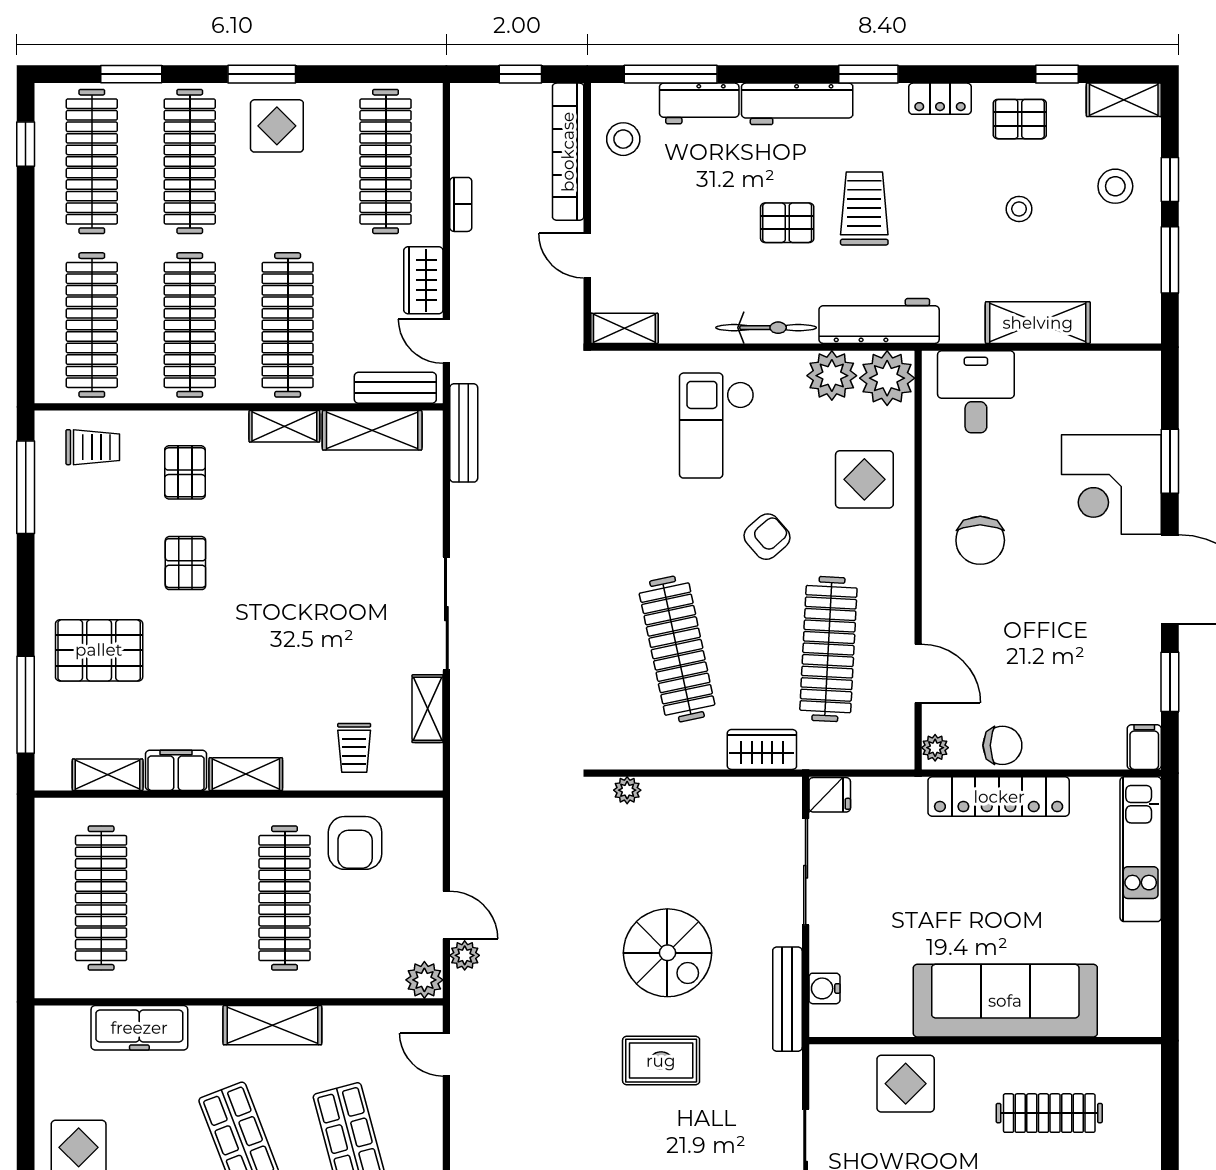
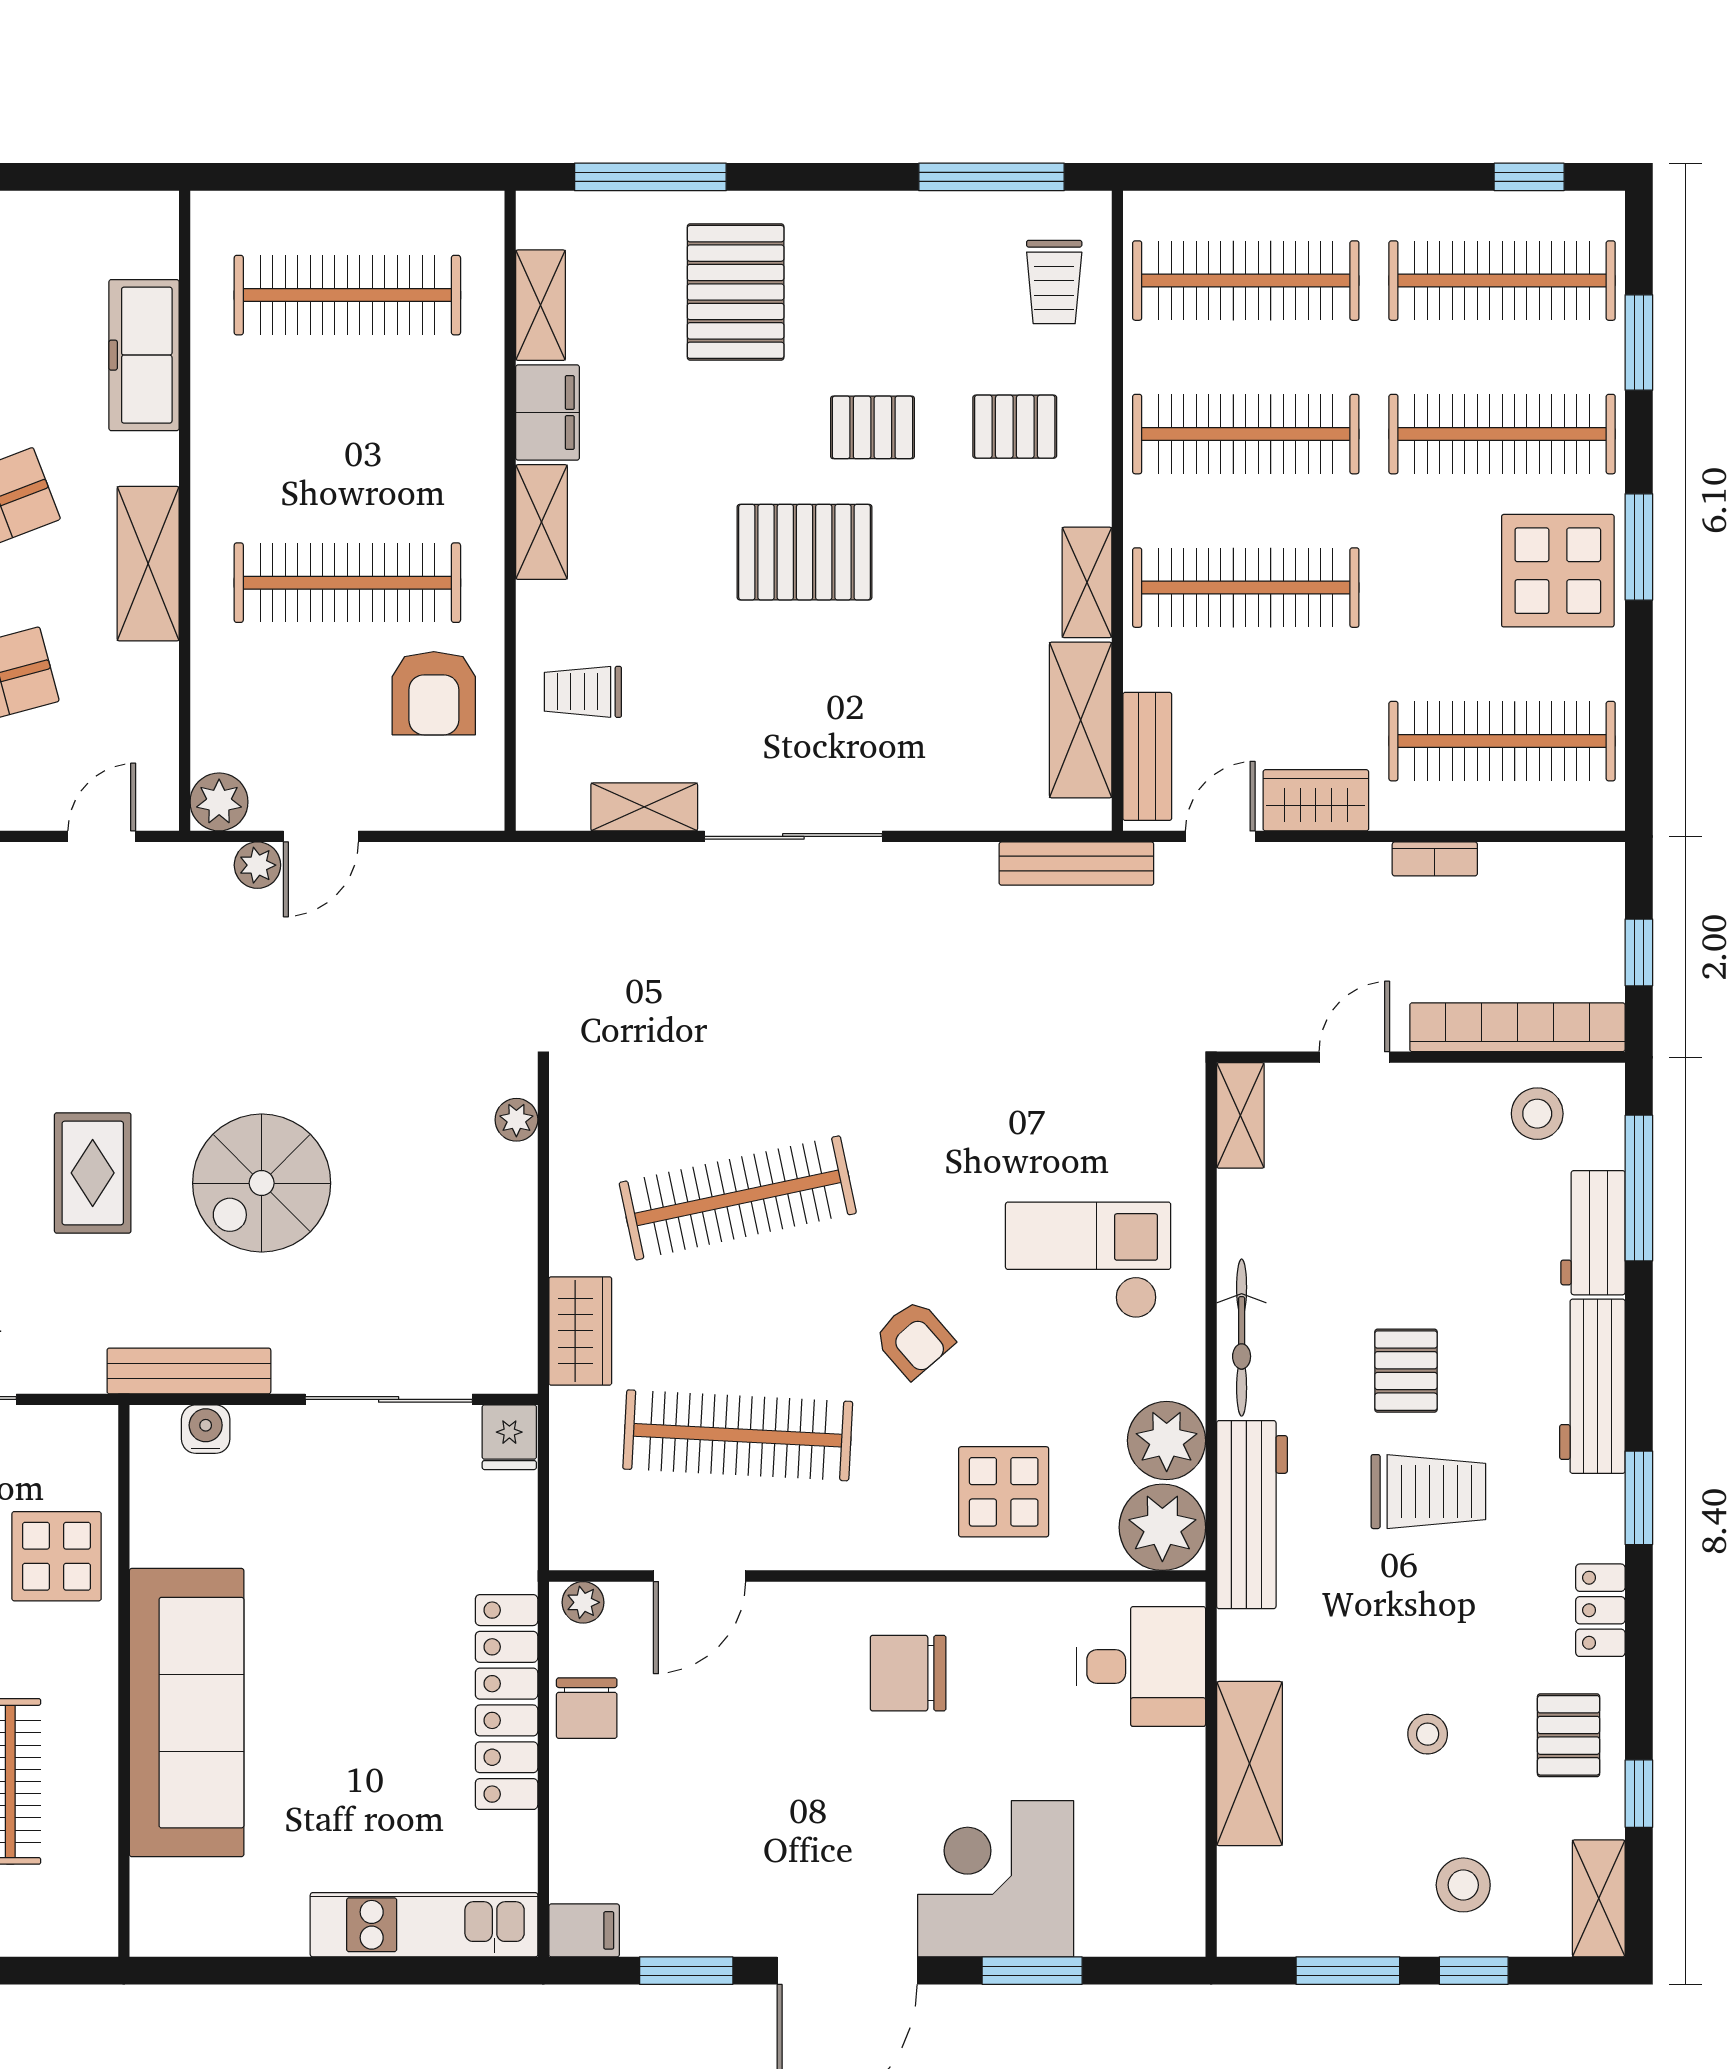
display table: (277, 126) -> (1558, 571), width x1.36, depth x1.36
pallet: (265, 606) -> (805, 552), added
armchair: (355, 843) -> (434, 693), turned -90

